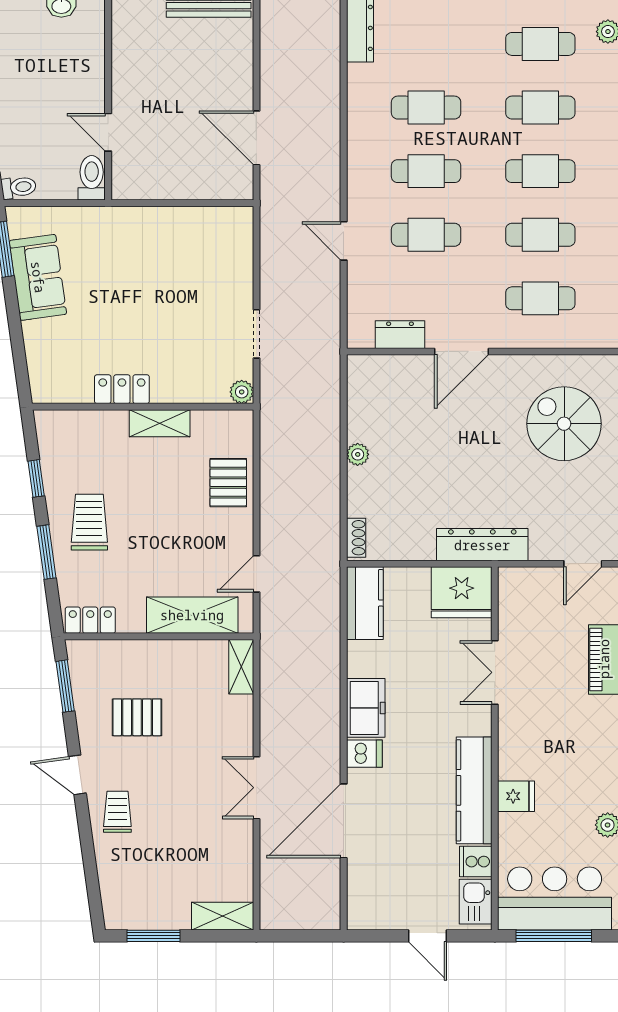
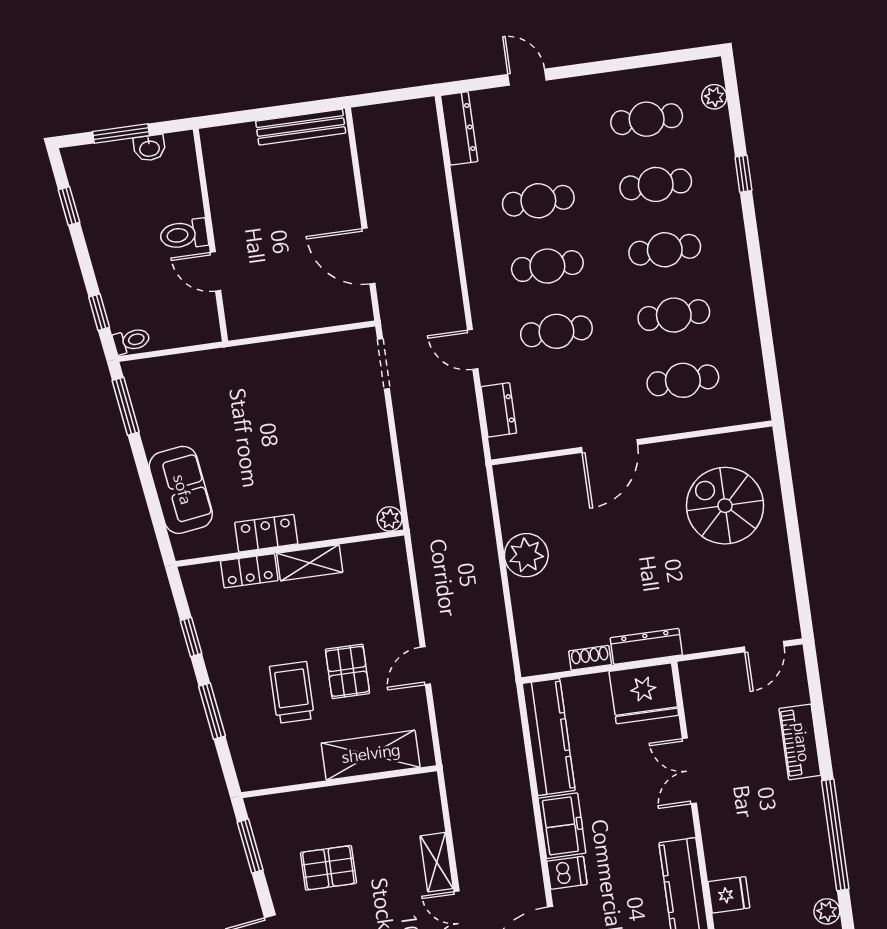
toilet: (92, 178) -> (184, 234), moved, turned -90
sofa: (38, 277) -> (181, 490), moved
doorway: (256, 334) -> (383, 364), moved
dresser: (400, 335) -> (499, 410), moved, turned 90
plant: (358, 454) -> (526, 555), width x1.88, depth x1.88
pallet: (228, 483) -> (347, 671), moved
trolley: (89, 522) -> (292, 692), moved
shoe rack: (356, 538) -> (590, 658), moved, turned -90
dresser: (482, 545) -> (646, 646), width x0.73, depth x0.80
door: (256, 574) -> (425, 666), moved
kitchen counter: (365, 603) -> (549, 737), width x1.50
locker: (90, 620) -> (249, 571), moved, turned 180
shelving: (241, 667) -> (437, 862), moved

